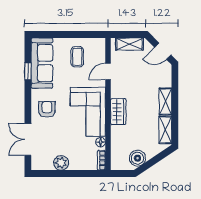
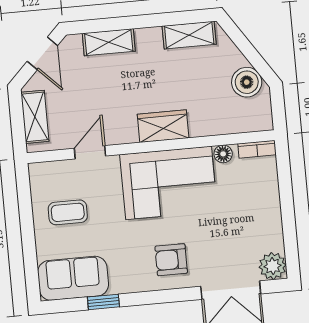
sofa: (42, 63) -> (73, 278), width x0.73
door: (108, 72) -> (90, 152), swing flipped
shelving: (165, 101) -> (109, 42), moved
plant: (61, 163) -> (273, 266), moved

